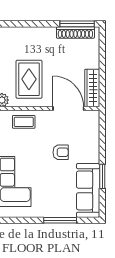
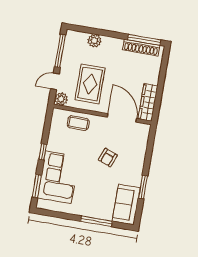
plant: (26, 34) -> (94, 41), added
armchair: (61, 152) -> (108, 158), turned 111
sofa: (88, 190) -> (126, 205), width x0.73

